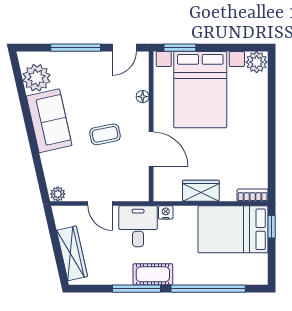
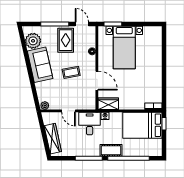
door: (124, 48) -> (82, 24), swing flipped
plant: (257, 62) -> (156, 32), removed
rug: (95, 77) -> (66, 40), added
bed with nightstands: (200, 90) -> (124, 47), width x0.73
wardrobe: (201, 191) -> (108, 104), moved
cot: (153, 274) -> (111, 150), moved

